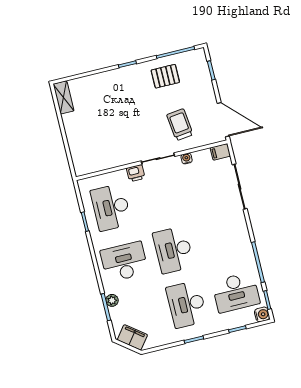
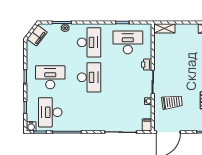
shelving: (79, 161) -> (164, 28), added
desk: (173, 250) -> (89, 77), turned 90

